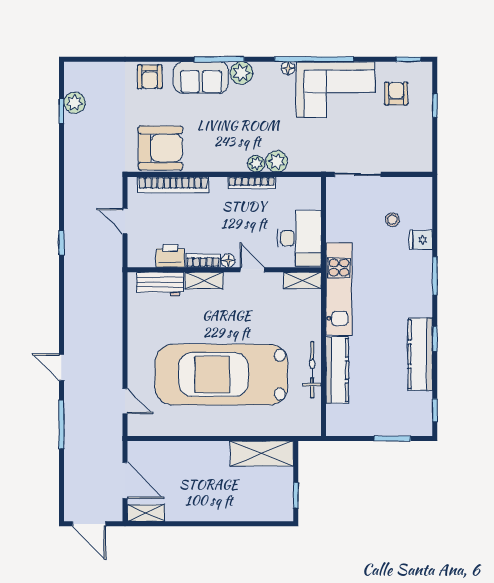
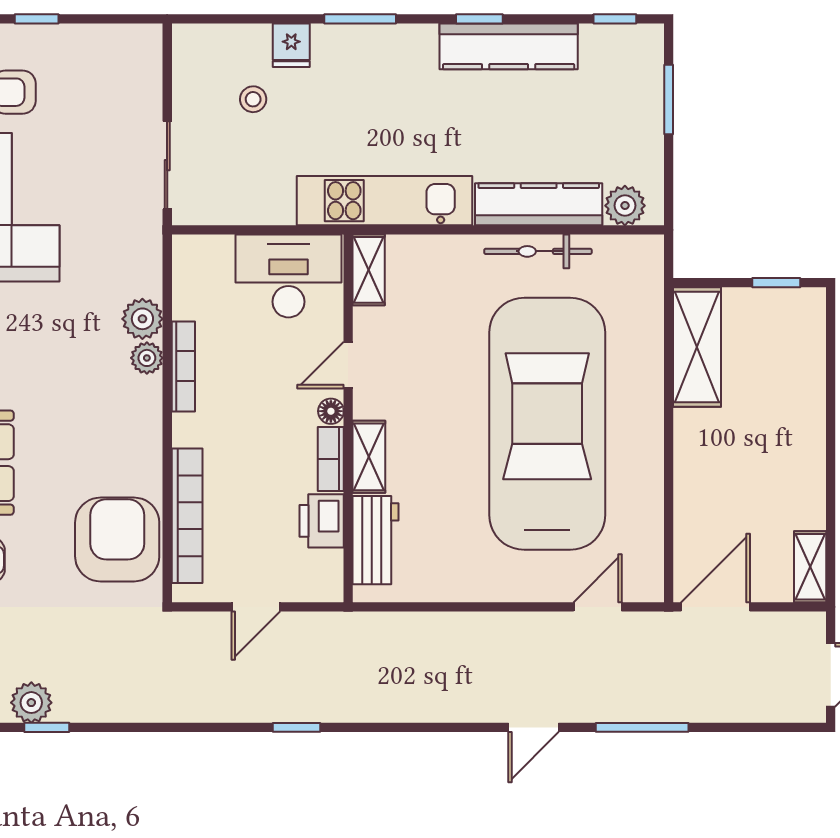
car: (221, 375) -> (547, 424), turned 180
plant: (336, 416) -> (625, 206), added
door: (125, 481) -> (716, 607), moved

